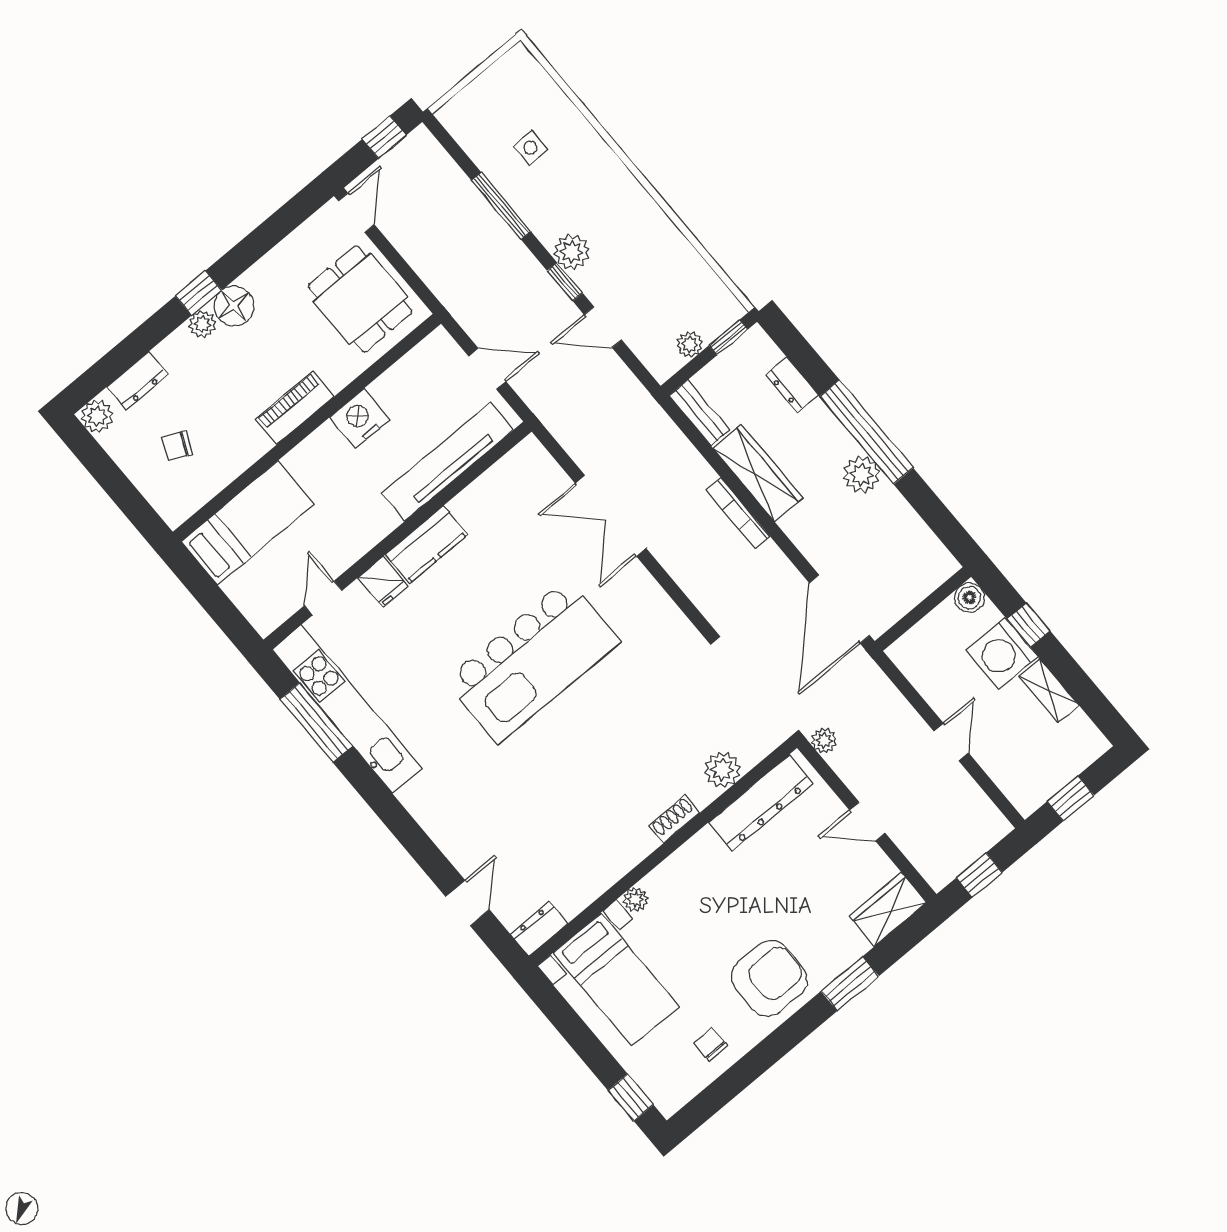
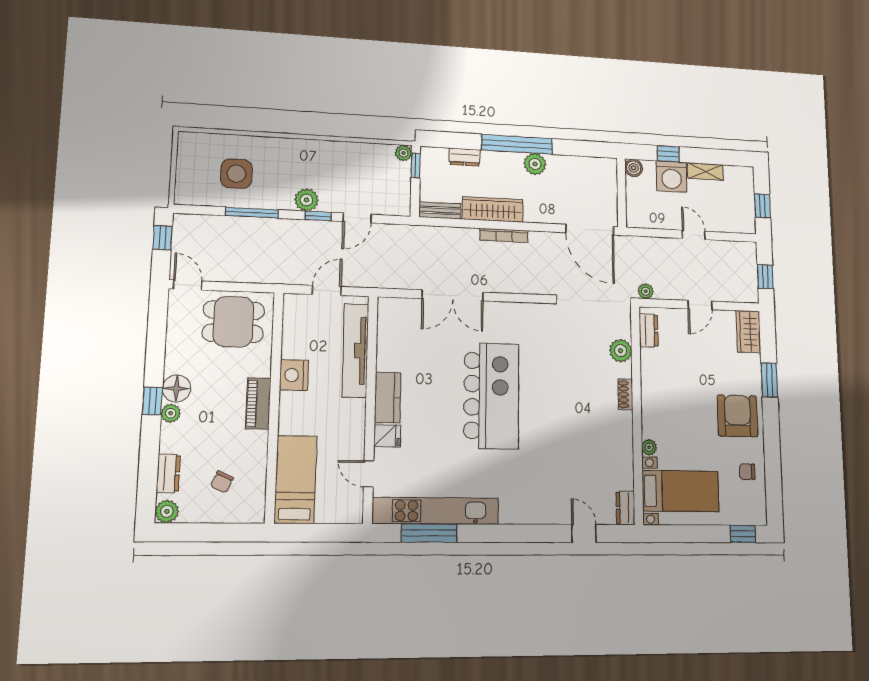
side table: (531, 148) -> (236, 174), width x1.87, depth x1.87
plant: (690, 344) -> (403, 153), moved
dresser: (761, 803) -> (649, 330), width x0.51, depth x0.80

